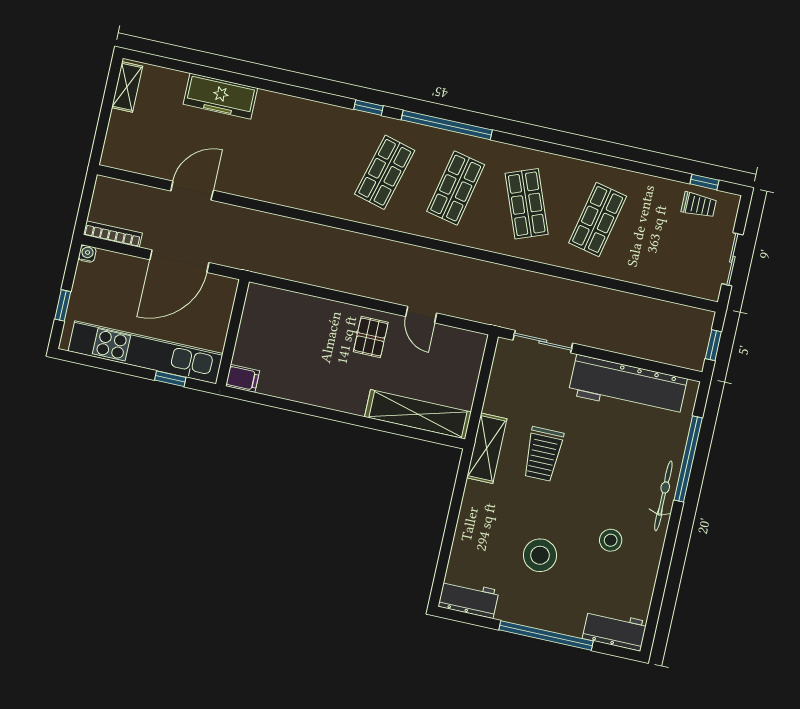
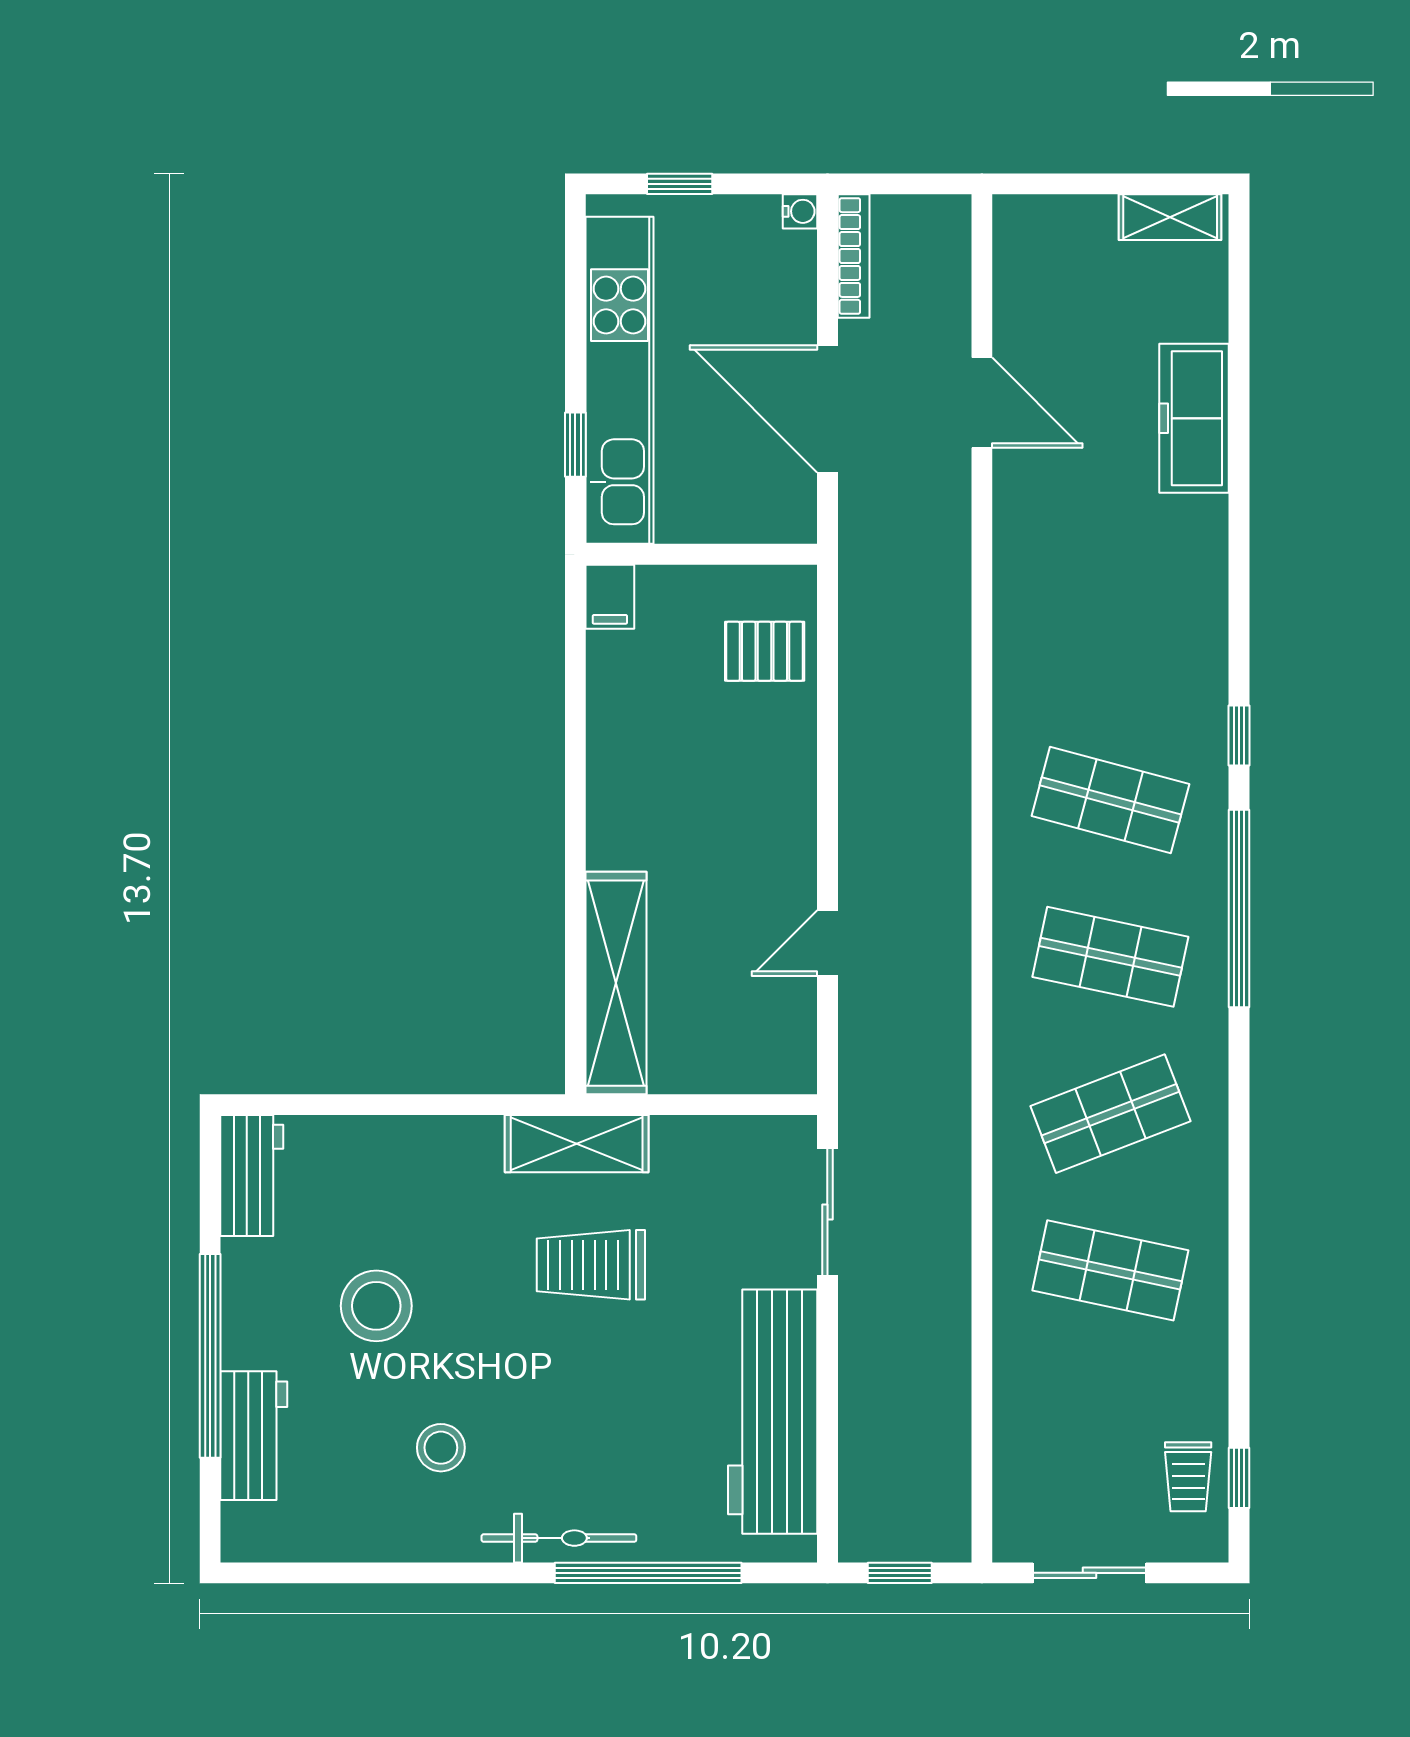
pallet: (371, 337) -> (765, 651), moved
workbench: (615, 630) -> (254, 1436), moved

